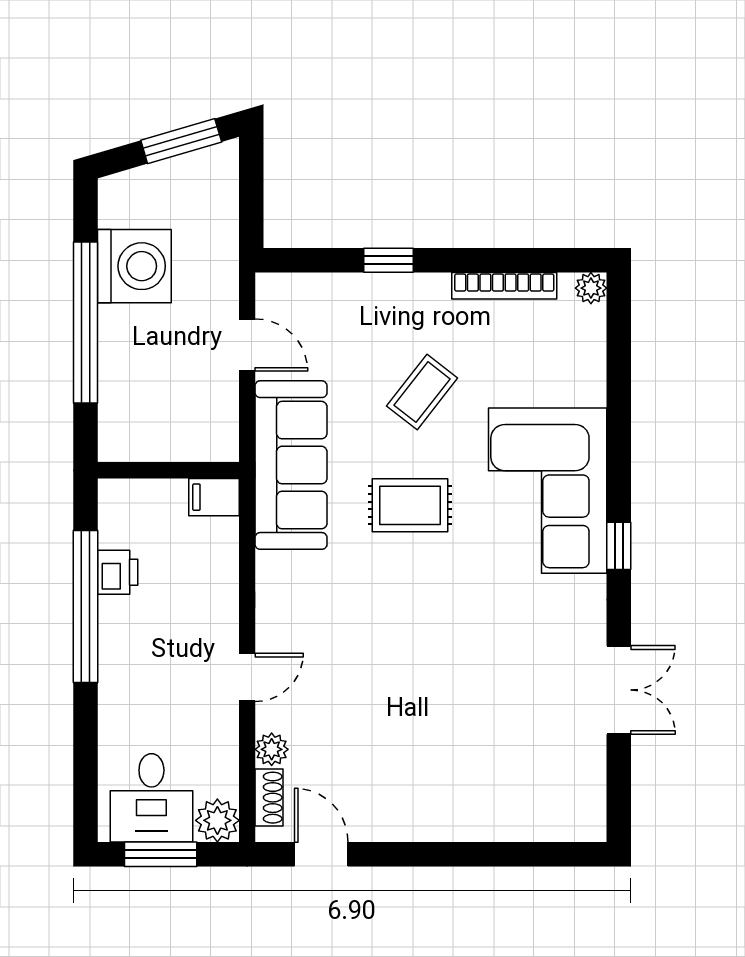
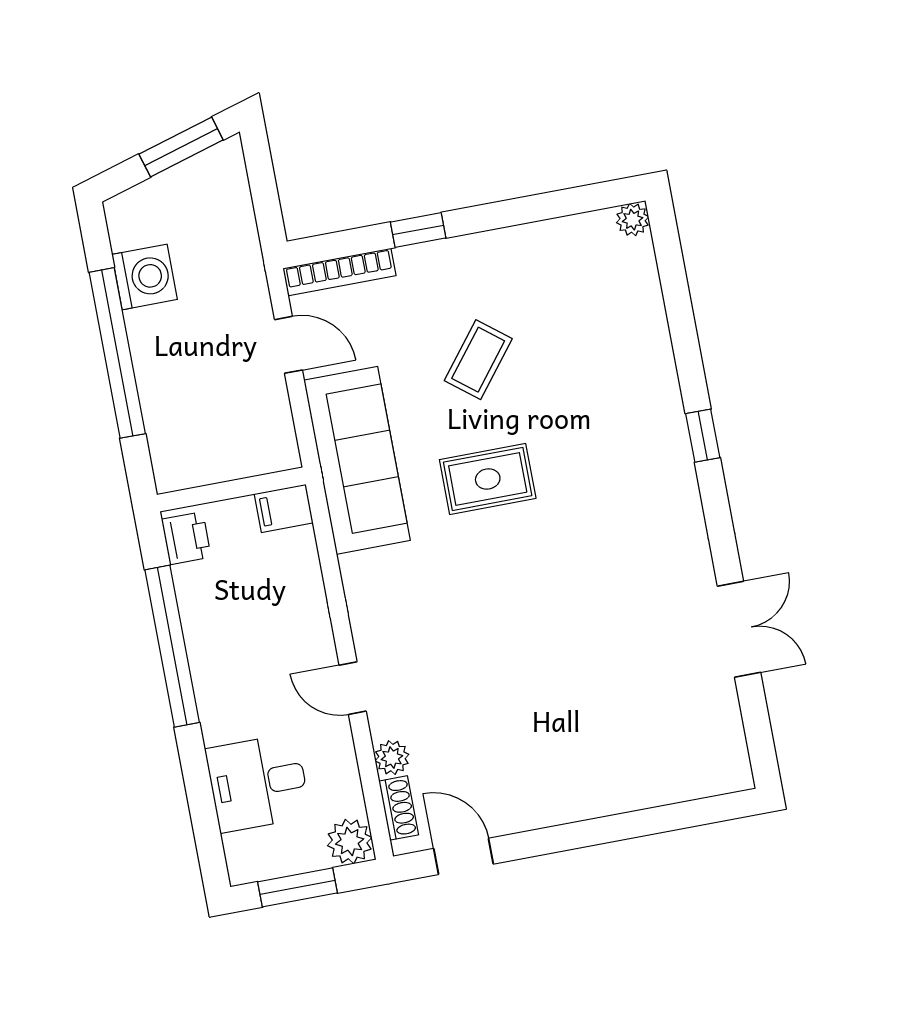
washing machine: (134, 266) -> (145, 277), width x0.73, depth x0.73
bookcase: (504, 286) -> (339, 272), moved
corner sofa: (548, 491) -> (627, 437), removed
window: (619, 546) -> (703, 436), moved
printer: (118, 572) -> (186, 538), moved
door: (247, 677) -> (353, 688), swing flipped
desk: (151, 798) -> (258, 783), moved, turned 90

